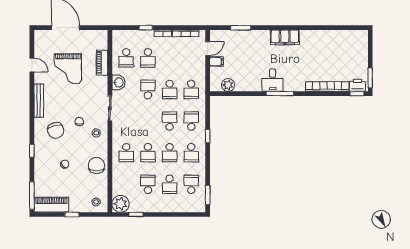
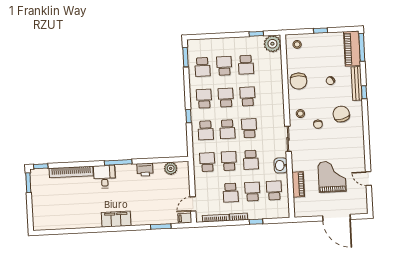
school desk: (170, 58) -> (231, 193), added
filing cabinet: (216, 62) -> (185, 218), moved
desk: (273, 80) -> (104, 177), moved
printer: (357, 85) -> (145, 170), moved
bench: (39, 101) -> (357, 84), moved
school desk: (126, 153) -> (249, 128), moved
piano: (51, 205) -> (352, 49), moved, turned 90

